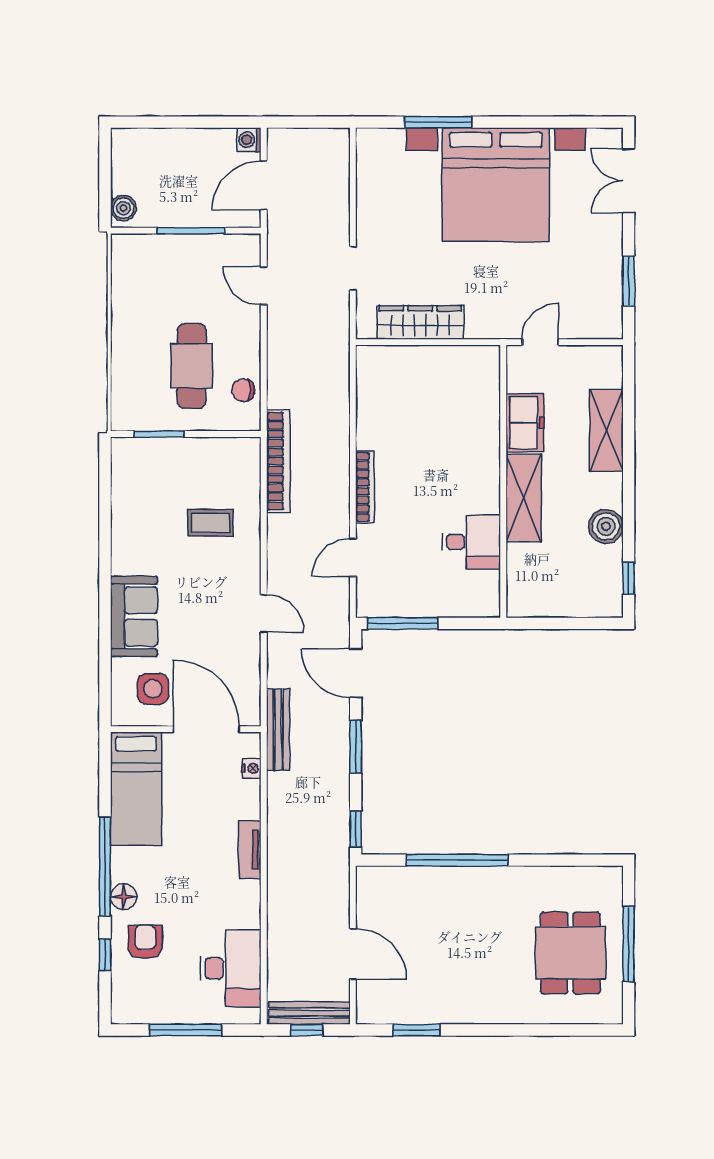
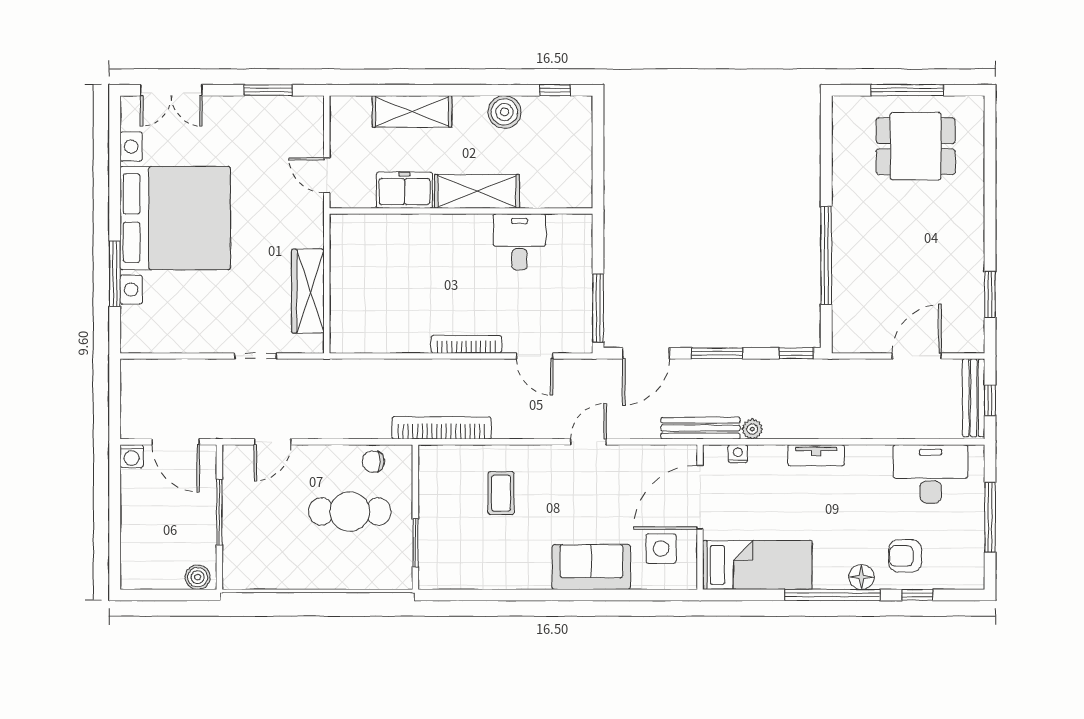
chair: (243, 390) -> (373, 462), turned 90
plant: (277, 783) -> (752, 429), added

